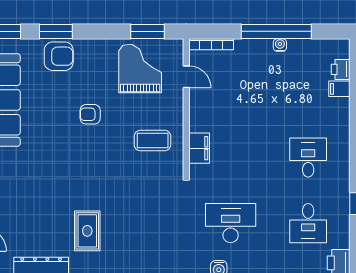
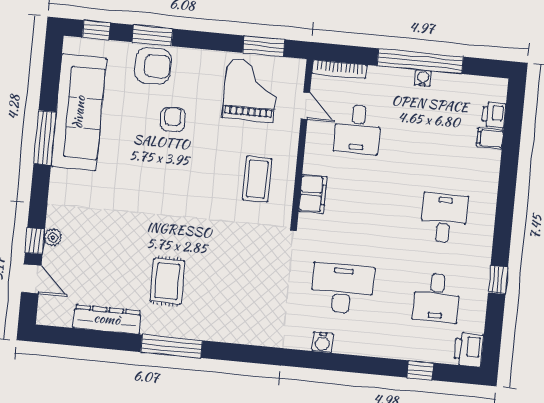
desk: (231, 92) -> (358, 129), added
armchair: (90, 114) -> (173, 119), moved, turned 90
coffee table: (153, 141) -> (257, 179), turned 90

